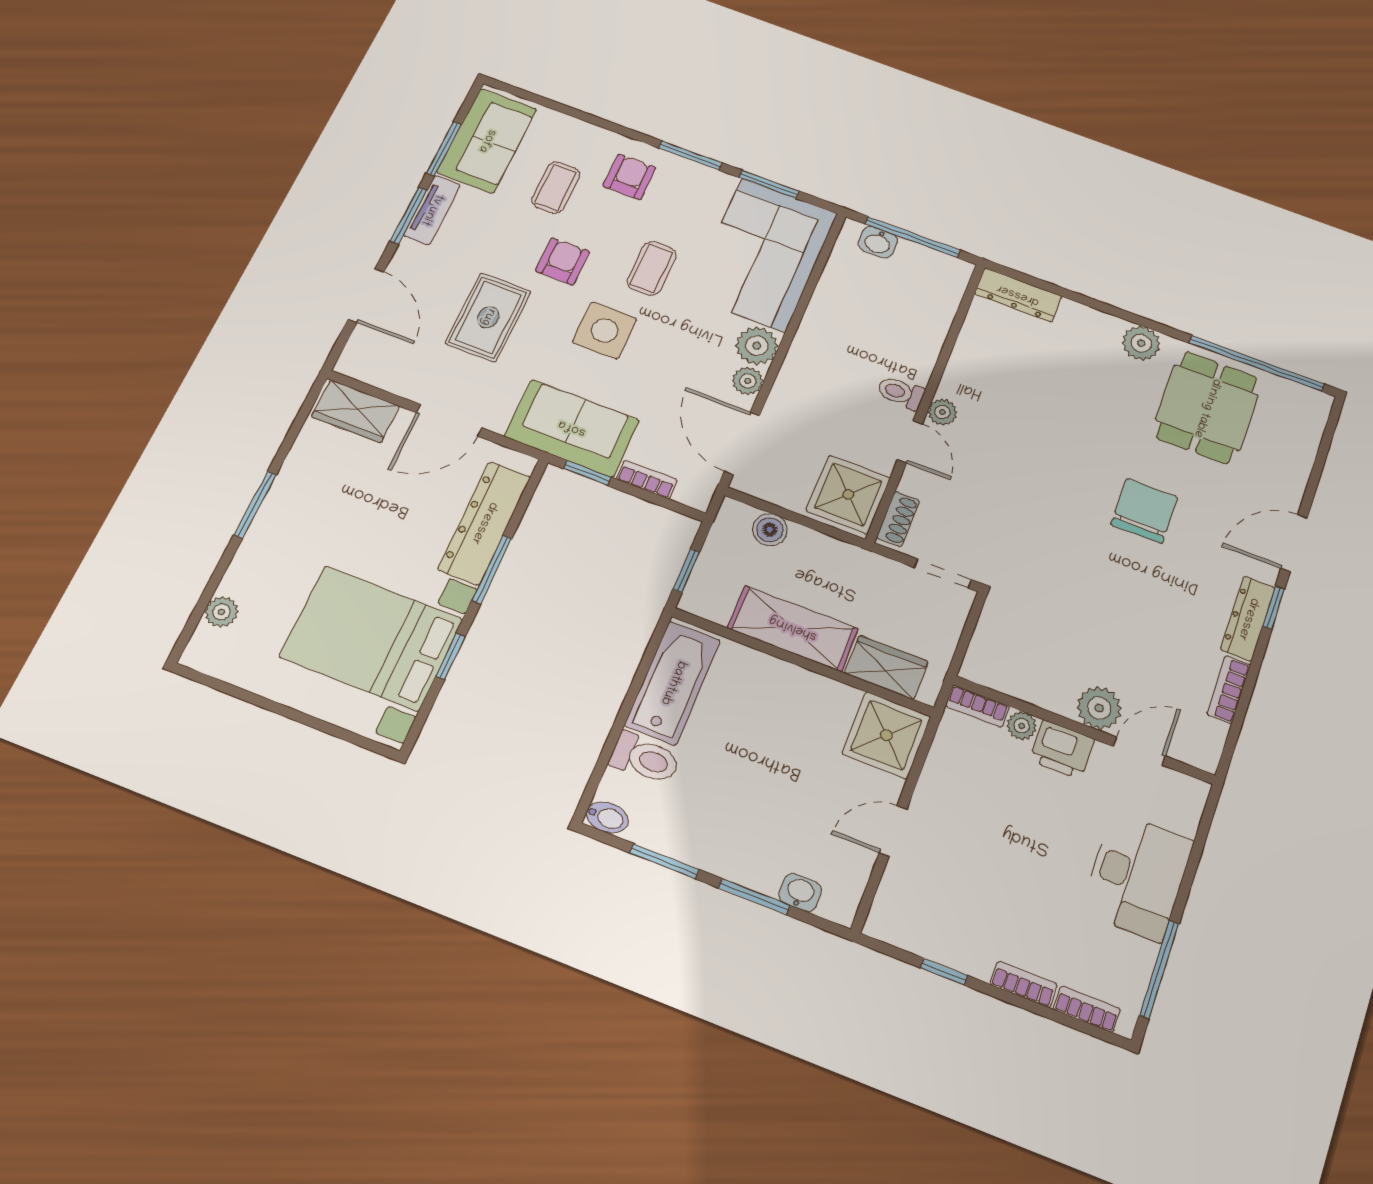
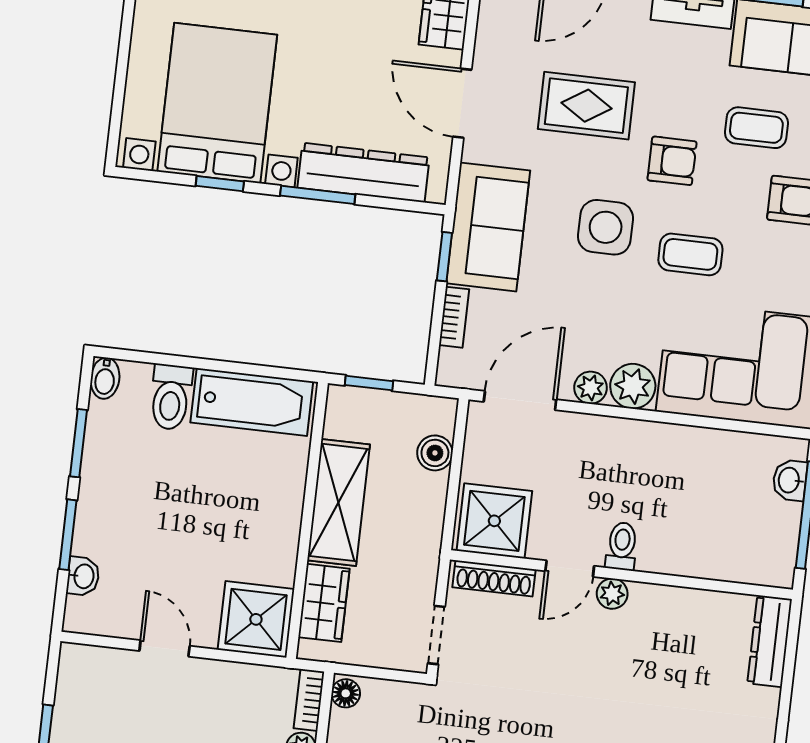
shoe rack: (898, 519) -> (494, 578), width x1.43
floor lamp: (979, 670) -> (346, 693), added

